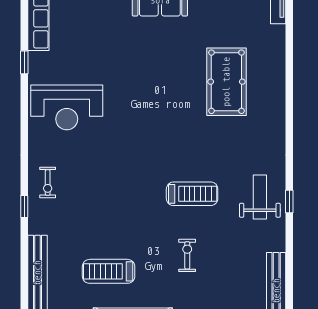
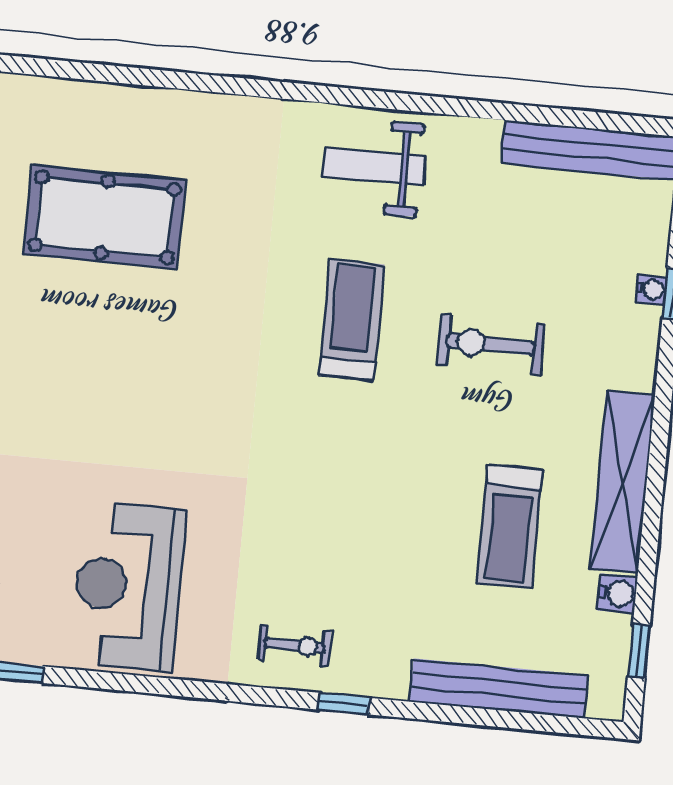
reception desk: (67, 107) -> (128, 586), turned 180
window: (289, 201) -> (391, 101), removed
exercise bike: (187, 255) -> (491, 344), width x1.38, depth x1.39

